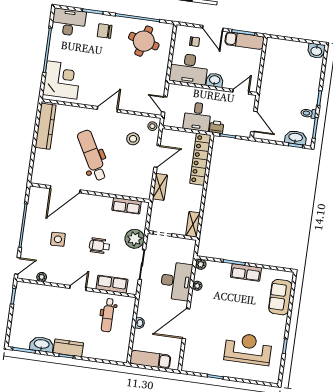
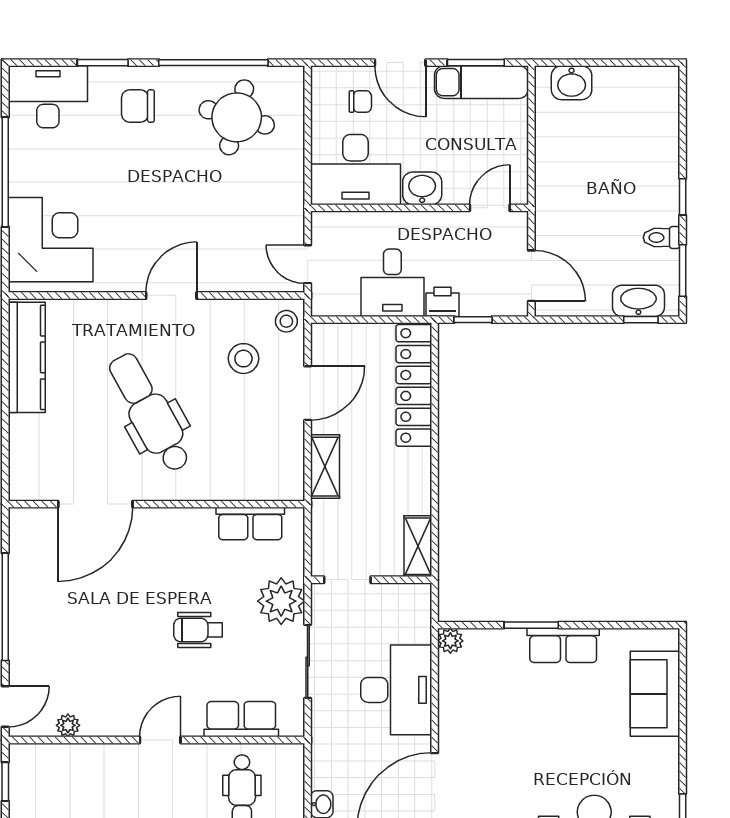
washbasin: (316, 51) -> (572, 83), moved
side table: (58, 239) -> (95, 628), removed
plant: (197, 286) -> (449, 694), removed

